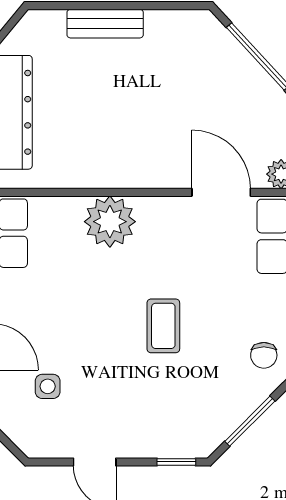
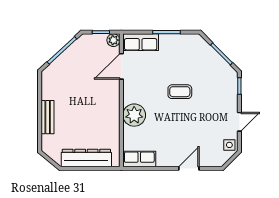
chair: (264, 355) -> (193, 48), removed
side table: (48, 386) -> (229, 145), moved

